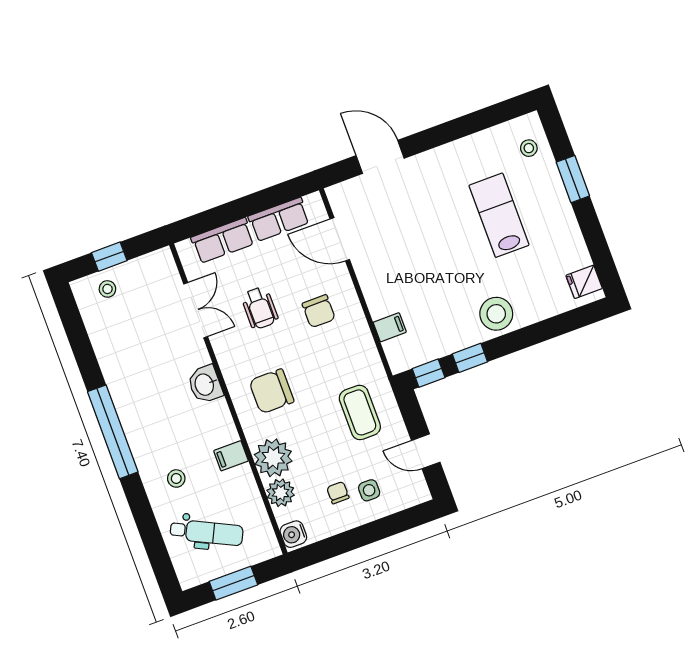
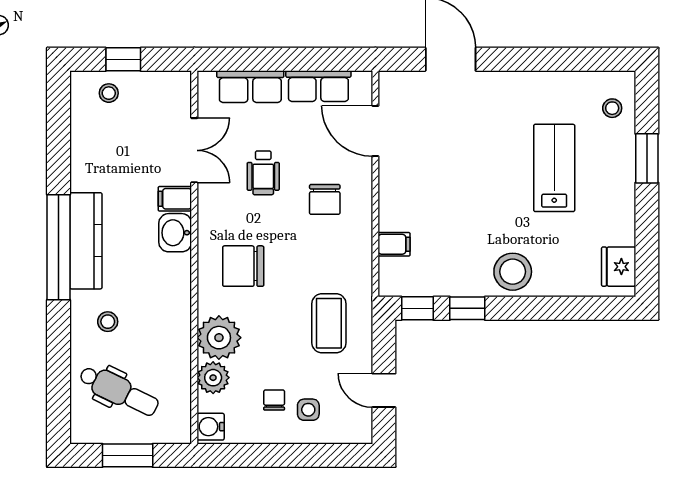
fridge: (584, 282) -> (619, 267), width x1.38
kitchen counter: (134, 418) -> (86, 241), added
filing cabinet: (231, 456) -> (175, 199), moved

